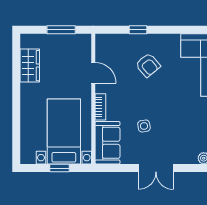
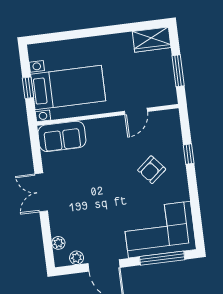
wardrobe: (30, 66) -> (152, 40), moved
bookcase: (100, 107) -> (100, 124), removed
side table: (144, 126) -> (85, 174), removed

